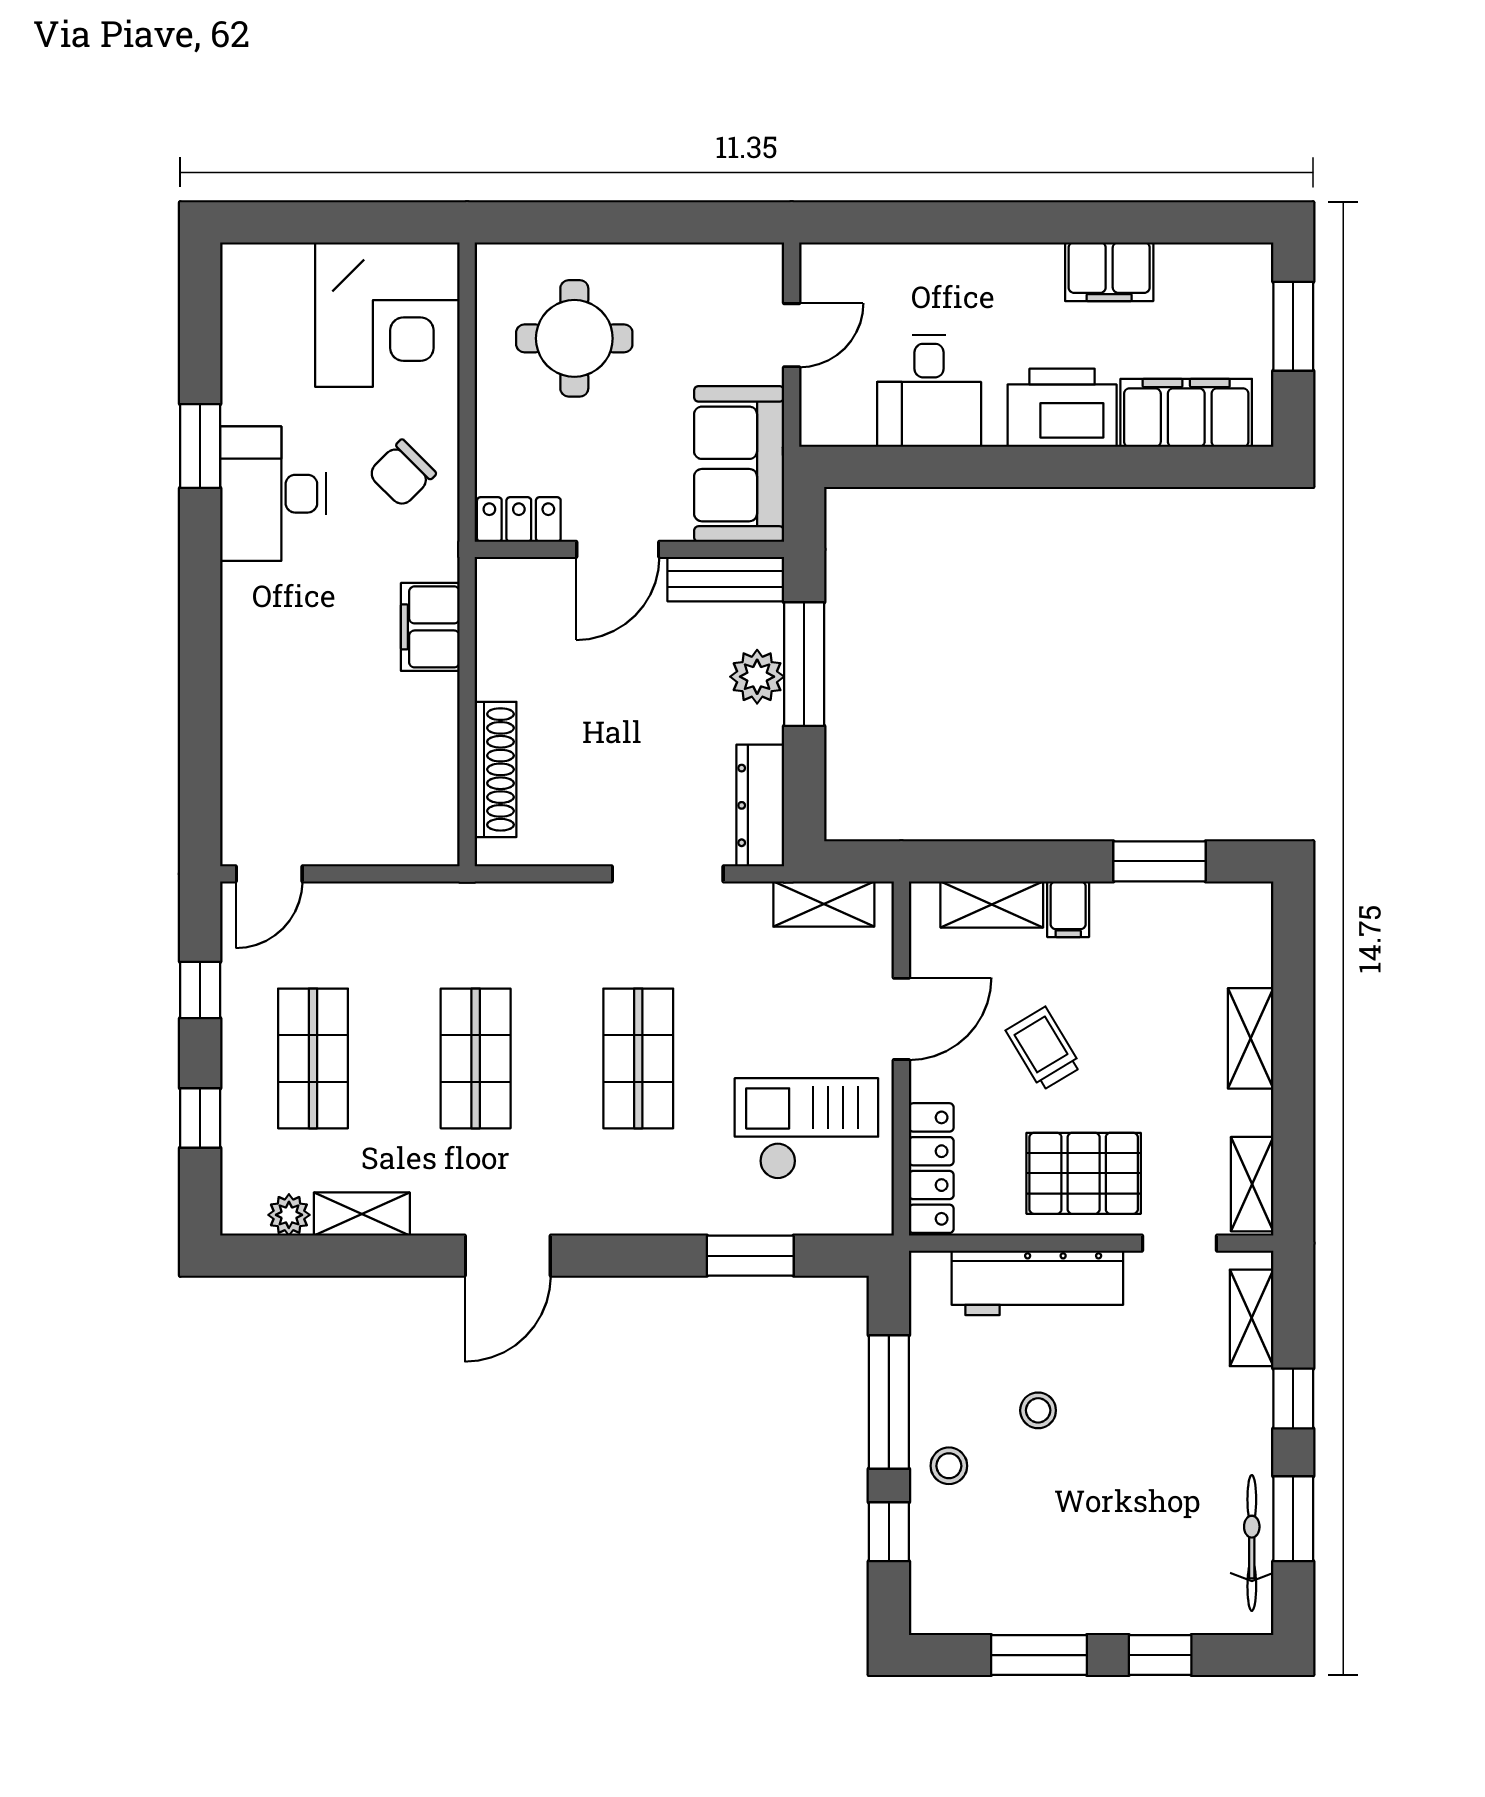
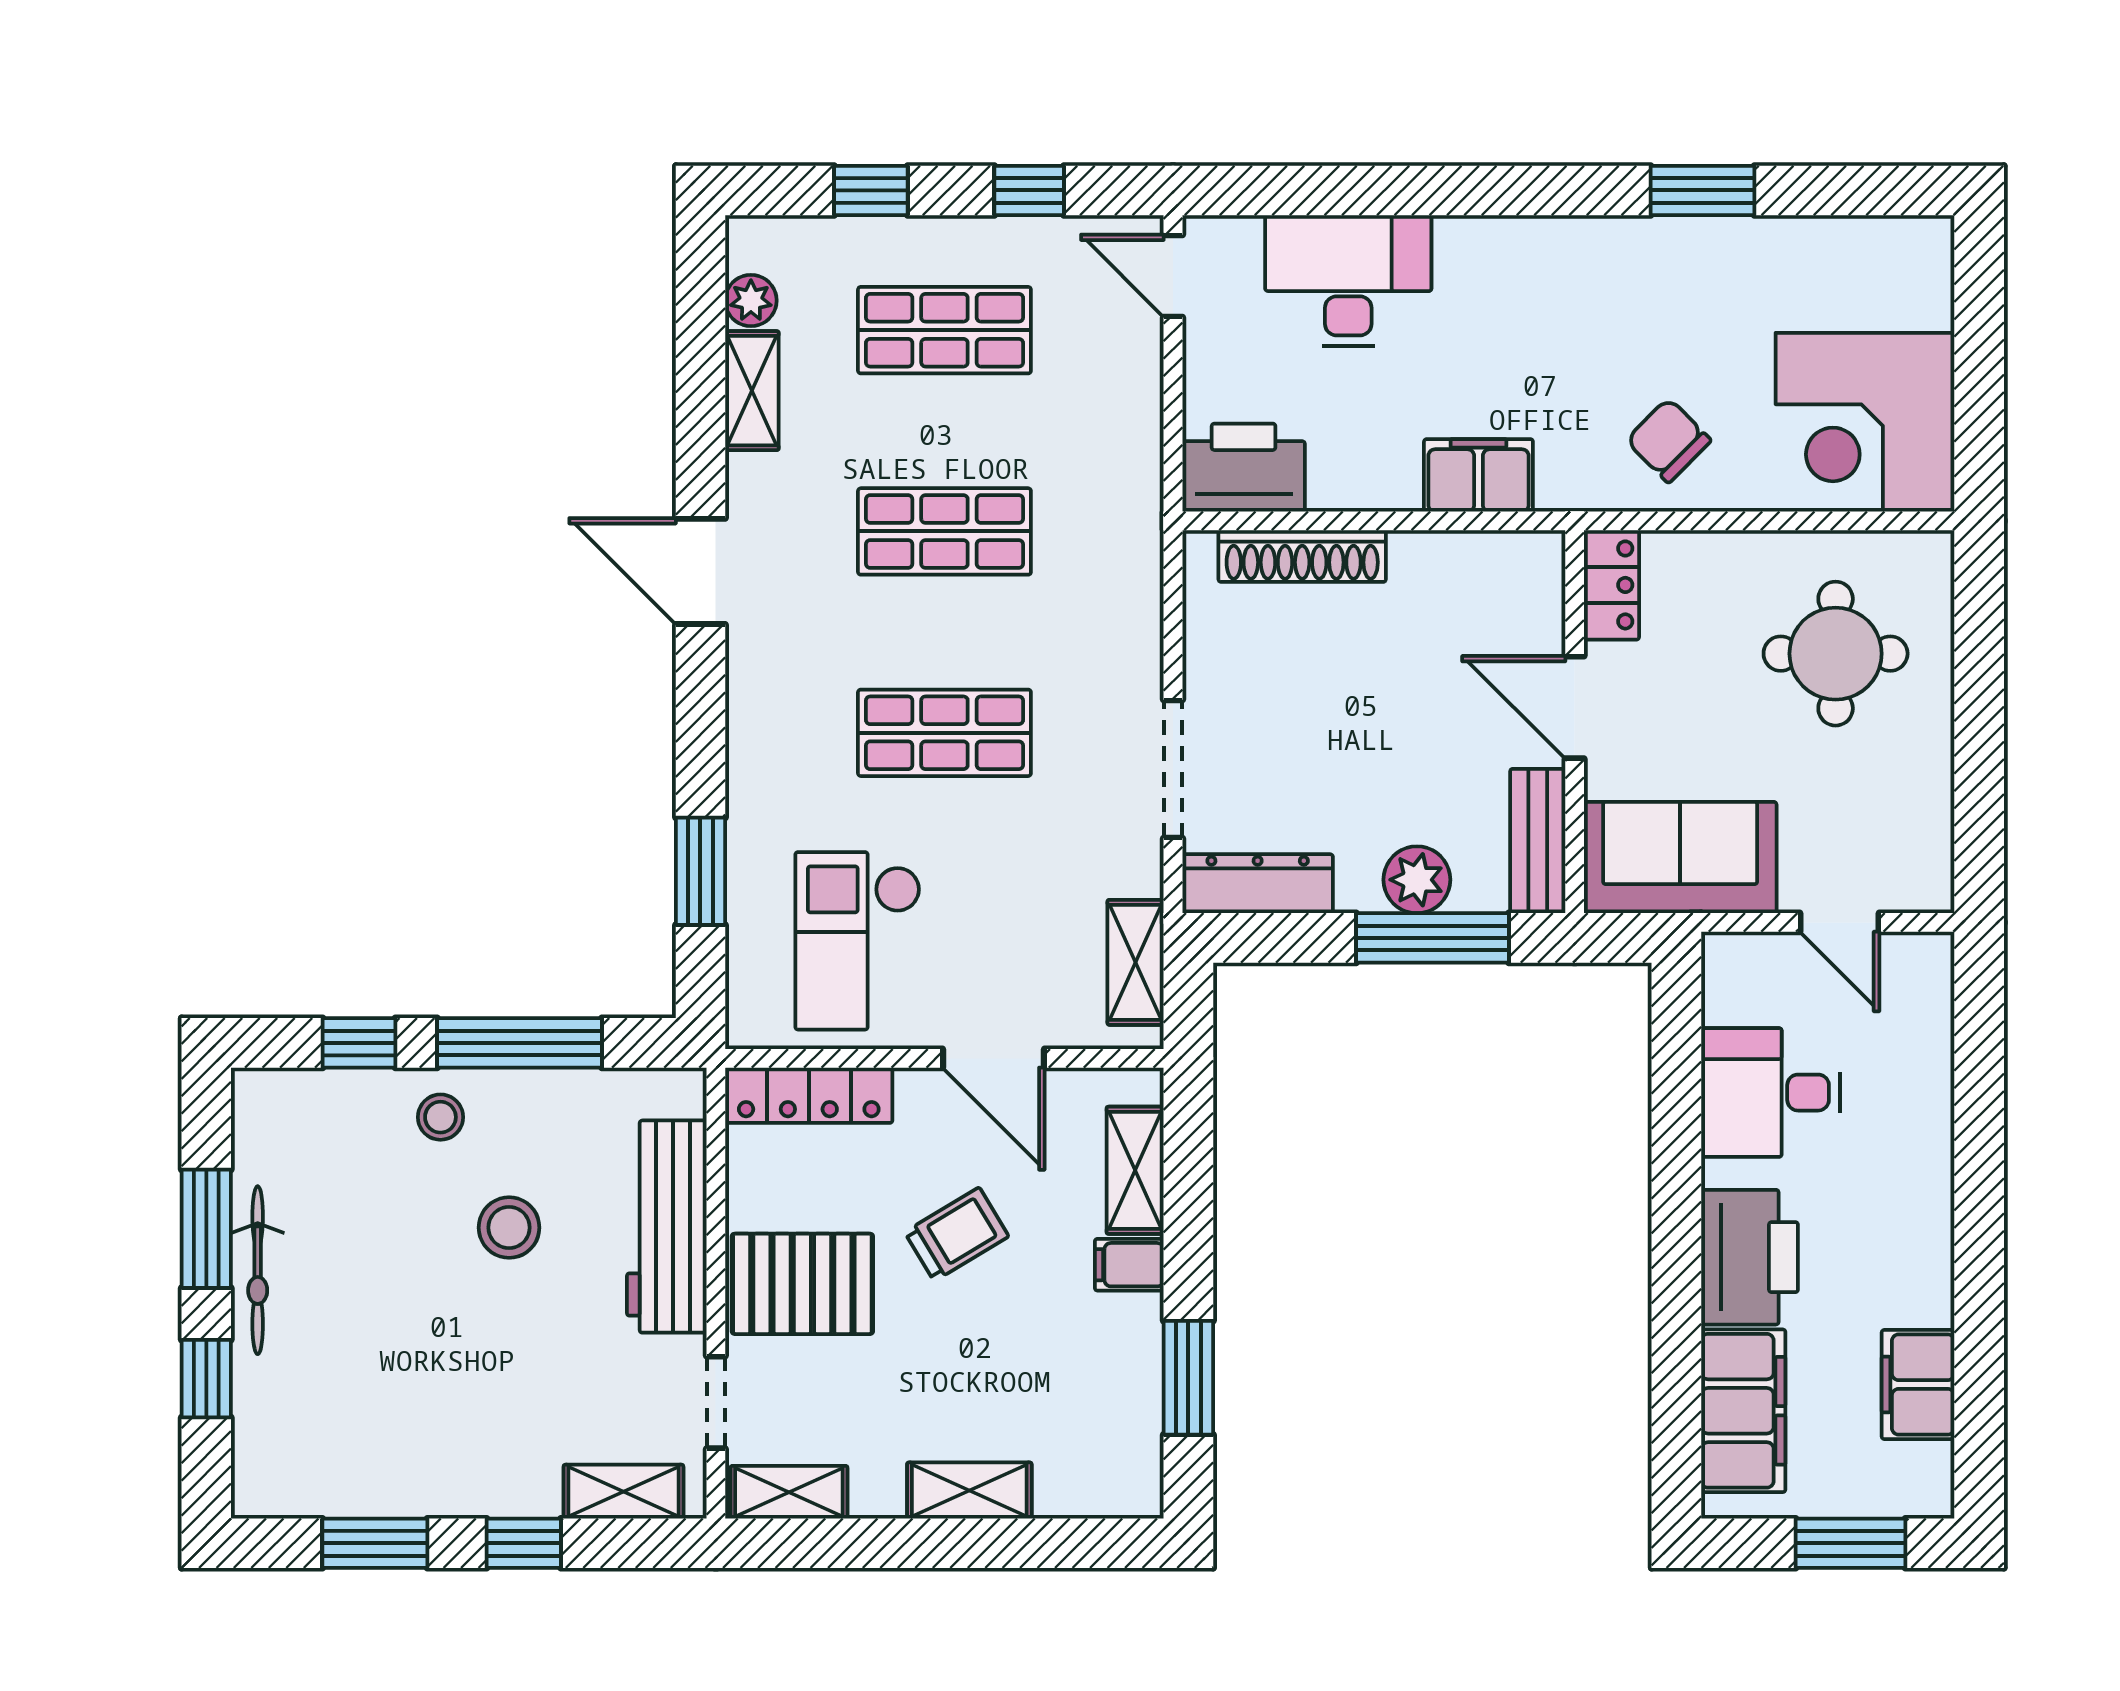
filing cabinet: (1109, 272) -> (1918, 1384), moved
desk: (273, 494) -> (1348, 281), moved
printer: (424, 817) -> (1244, 468), added
checkout: (806, 1129) -> (858, 941), turned 180
pallet: (1084, 1173) -> (802, 1284), turned 90
stool: (1038, 1410) -> (509, 1228), width x1.37, depth x1.37
bicycle: (1252, 1543) -> (258, 1270), moved, turned 90

